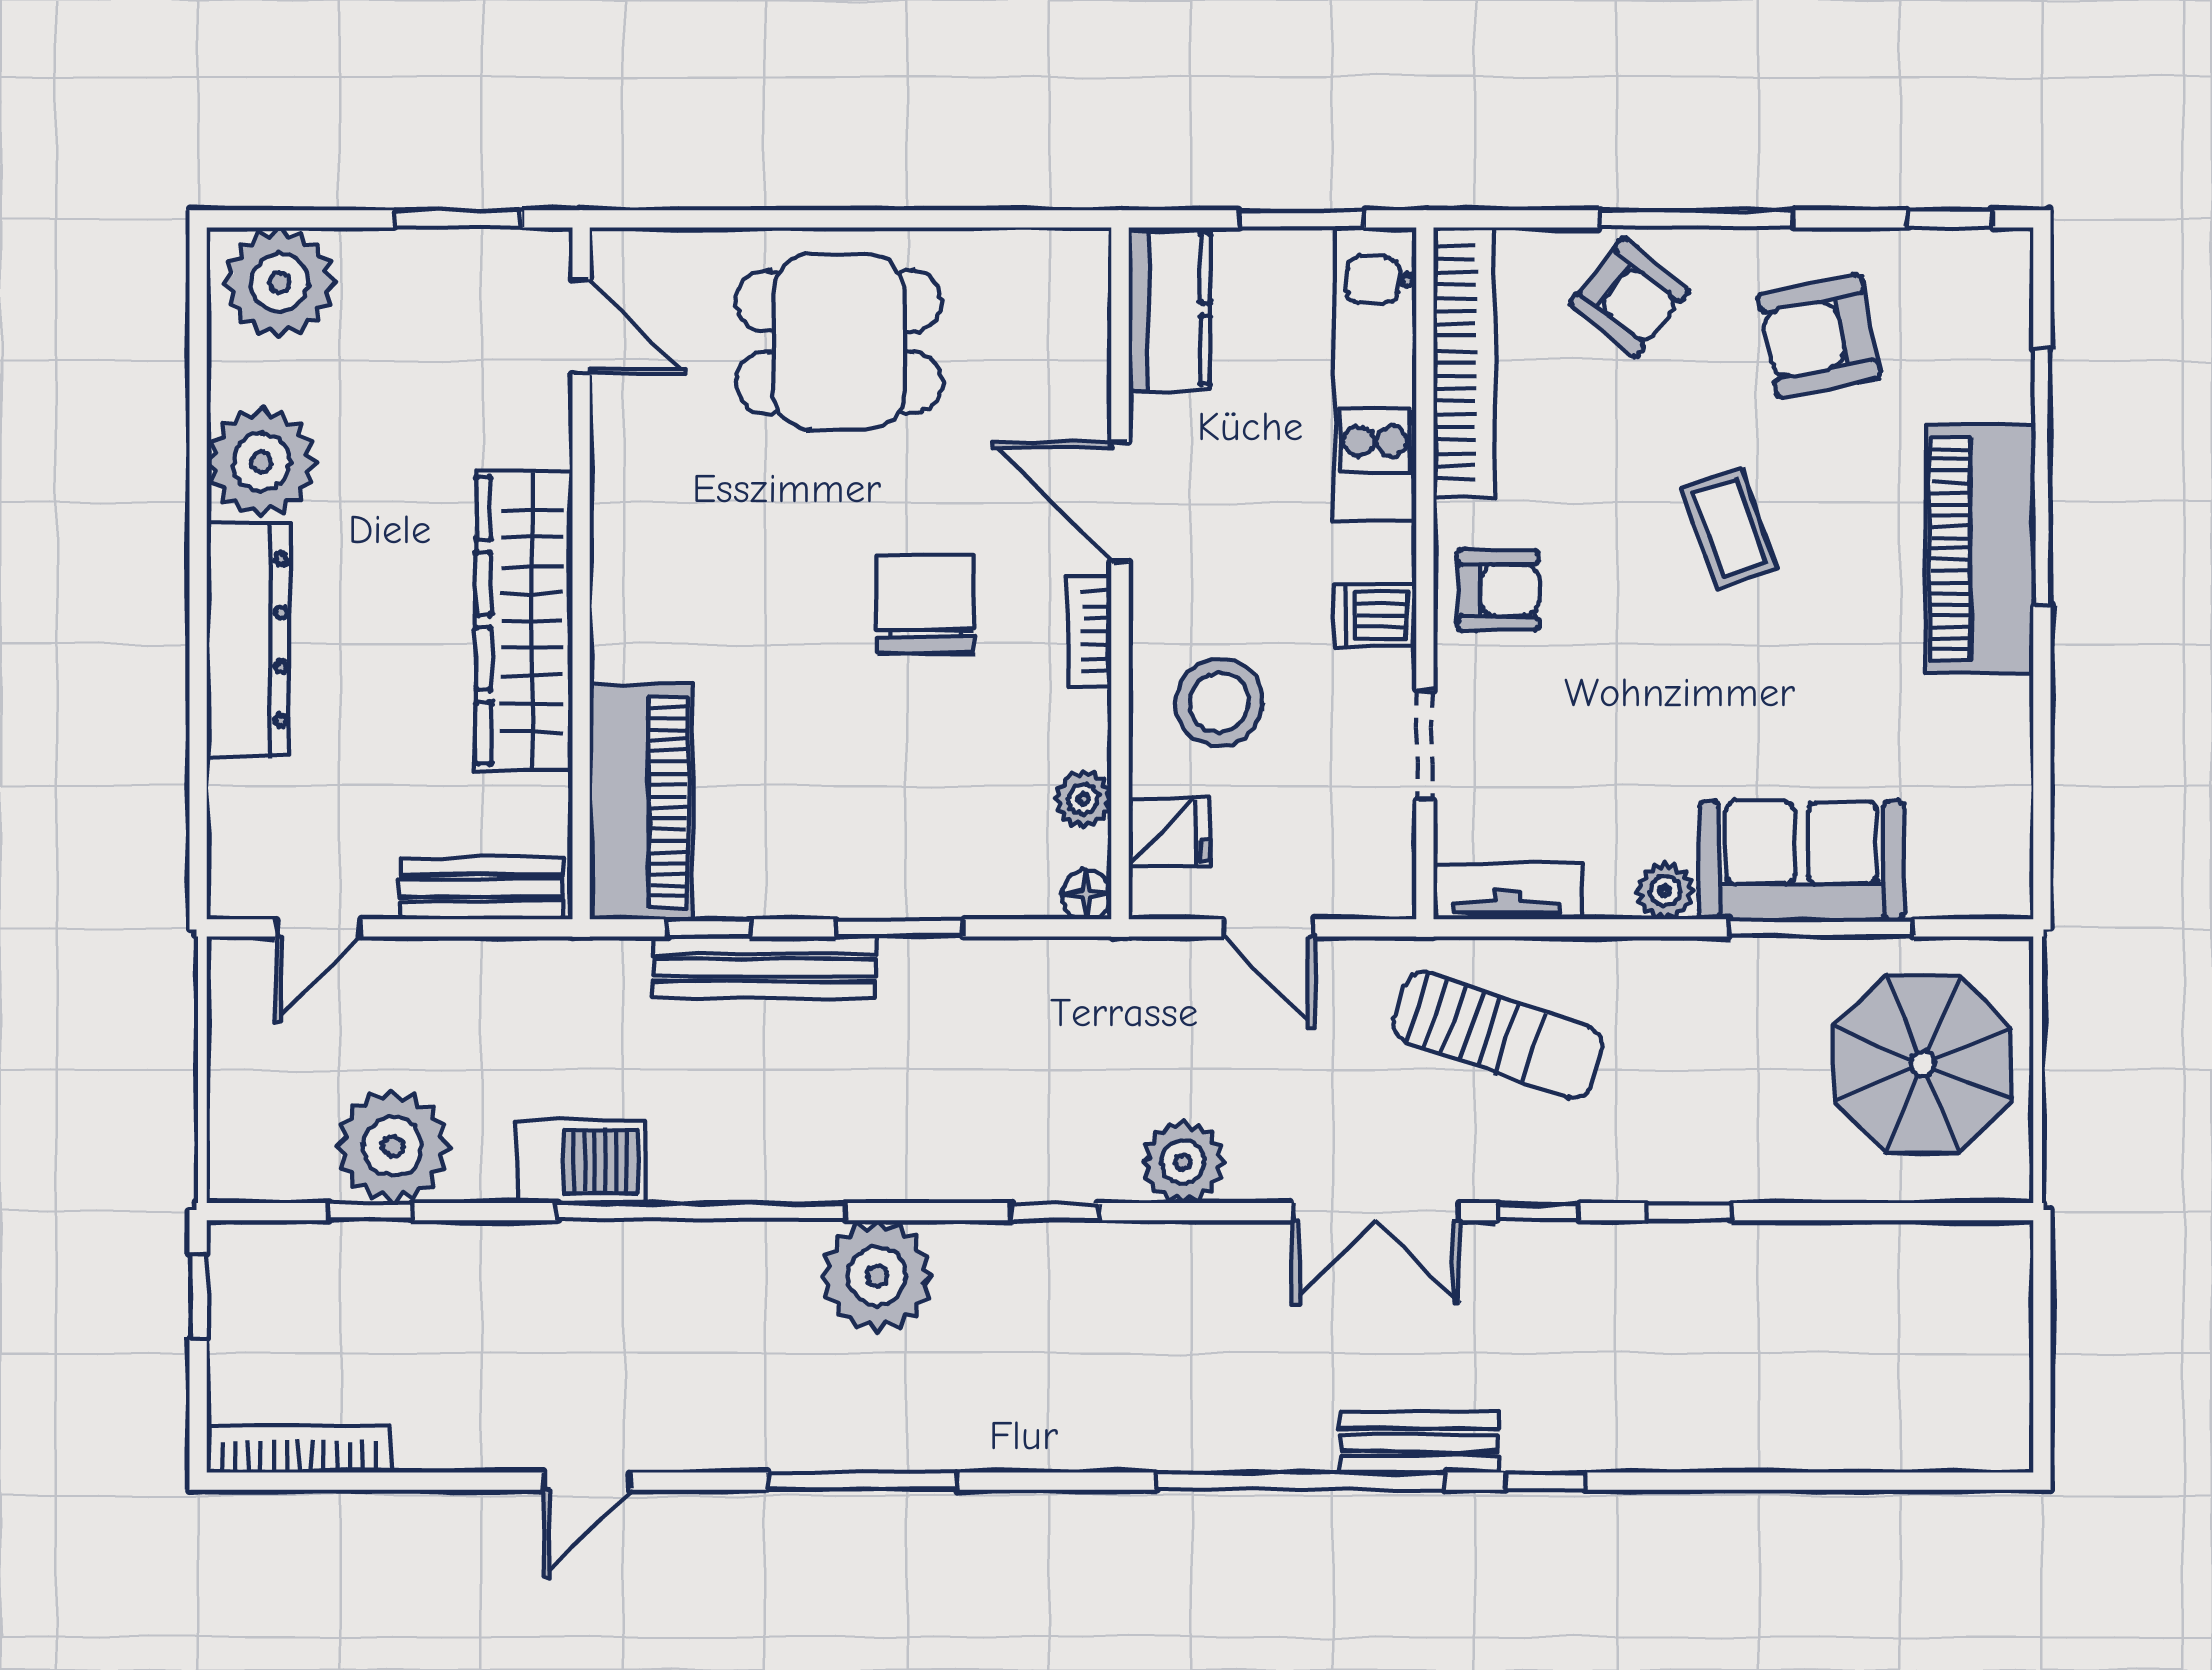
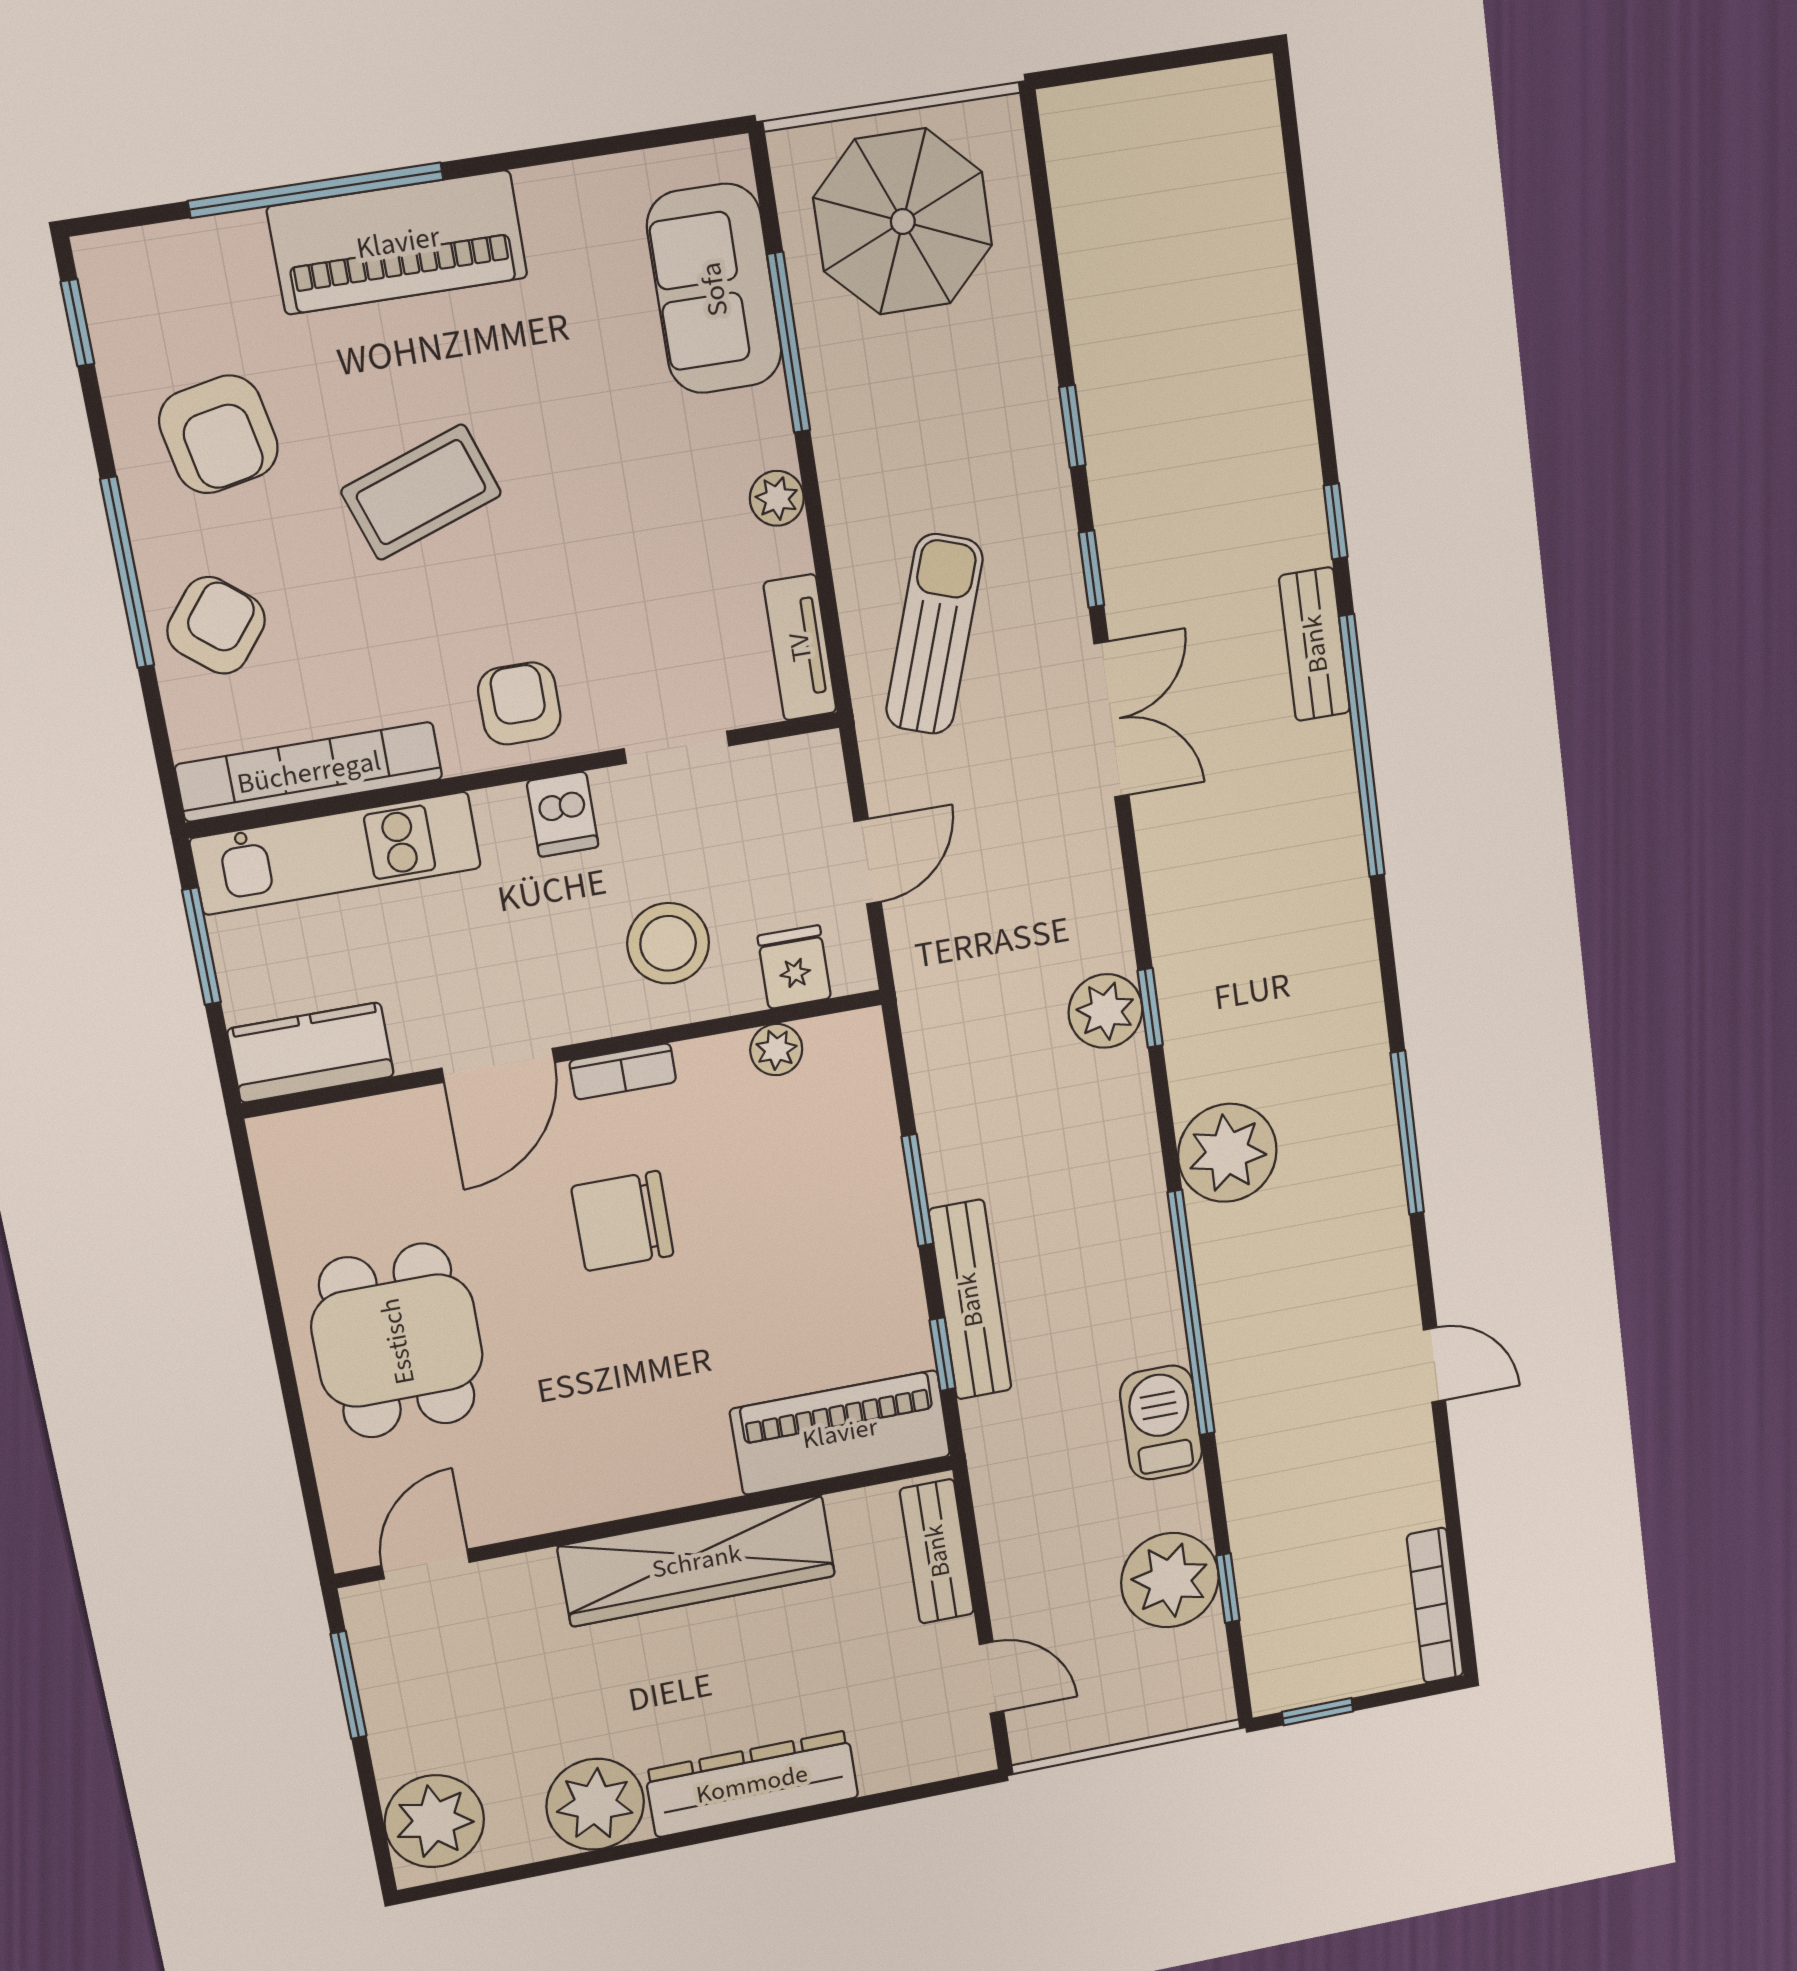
coffee table: (1729, 528) -> (421, 492), width x1.36, depth x1.30
sofa: (1801, 860) -> (714, 289), moved
floor lamp: (1087, 895) -> (862, 1031), removed
plant: (1183, 1162) -> (1106, 1011), moved

